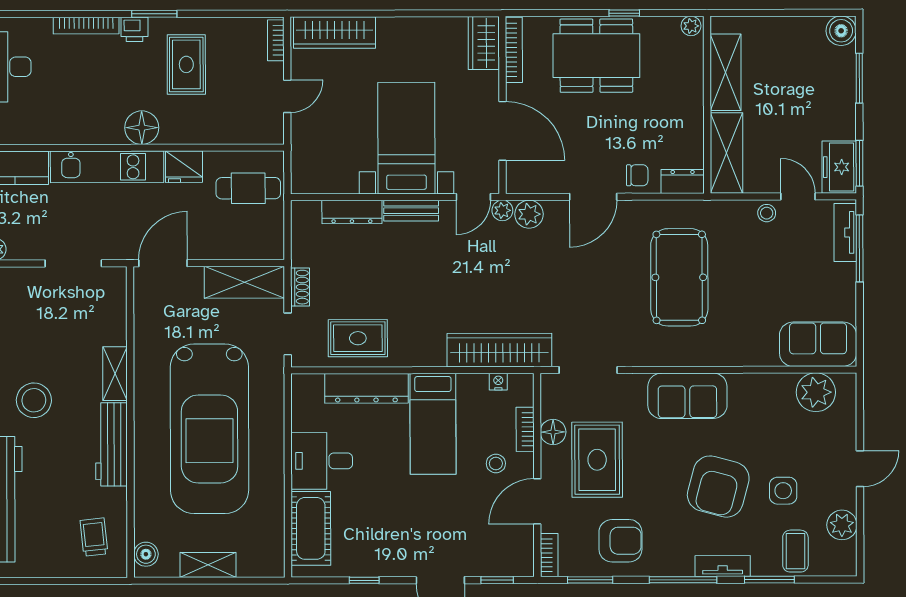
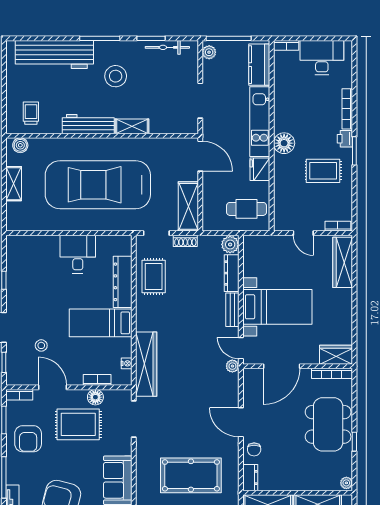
cafe table: (248, 188) -> (246, 209), turned 90
plant: (529, 214) -> (230, 244), moved
stool: (496, 463) -> (41, 345), moved
cot: (311, 528) -> (36, 247), removed
trolley: (94, 537) -> (31, 113), turned -84

